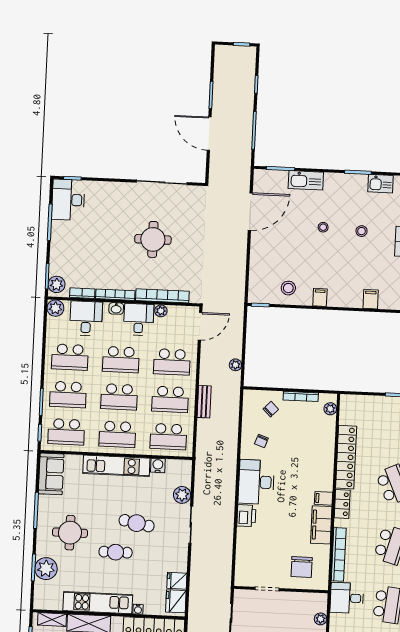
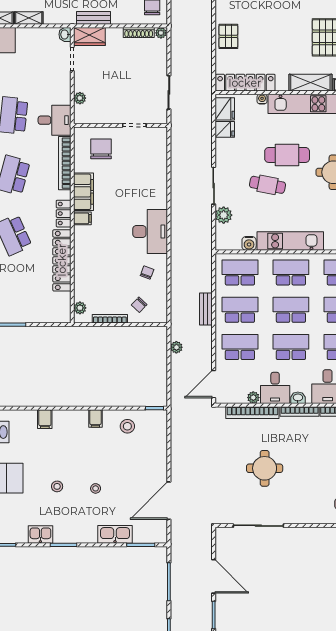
printer: (246, 516) -> (158, 197), removed
cafe table: (116, 552) -> (287, 155), width x1.37, depth x1.35

